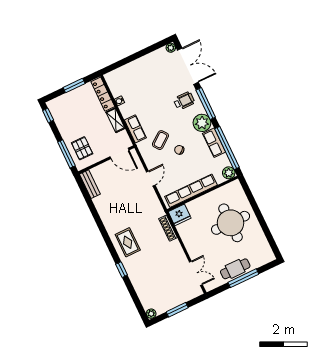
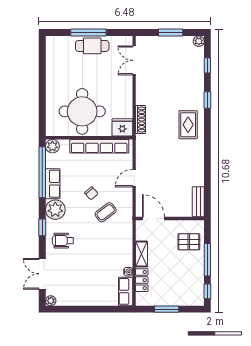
double door: (188, 66) -> (42, 274), width x0.73
locker: (103, 94) -> (142, 280), width x0.66
window: (206, 104) -> (42, 227), width x0.46
row of seats: (135, 129) -> (126, 291), moved
pallet: (82, 148) -> (189, 242), turned 90
window: (66, 154) -> (207, 260), moved
round table: (231, 223) -> (82, 111), moved
window: (135, 298) -> (207, 65), added

